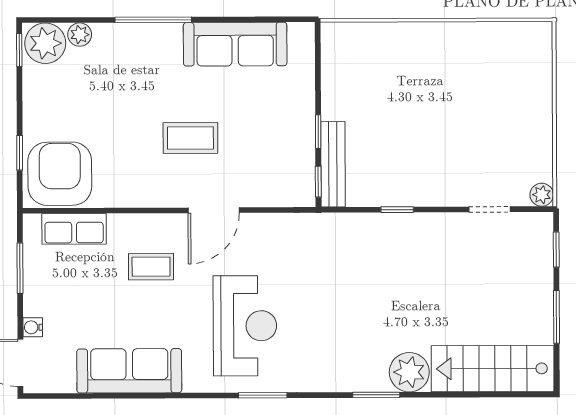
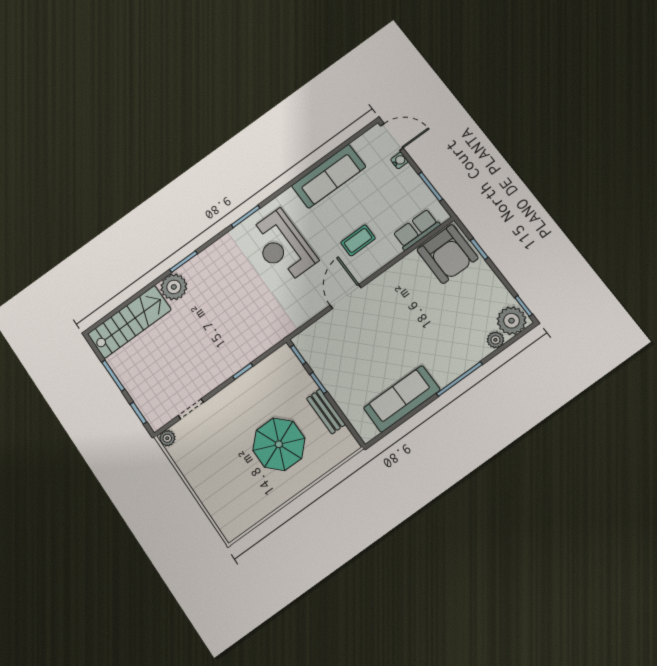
parasol: (414, 94) -> (279, 444), added
coffee table: (190, 138) -> (388, 327), removed
bench: (333, 164) -> (326, 411), moved, width x0.73

